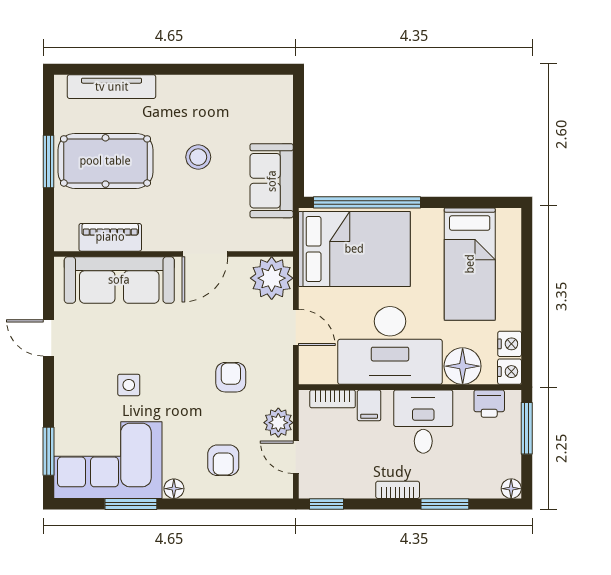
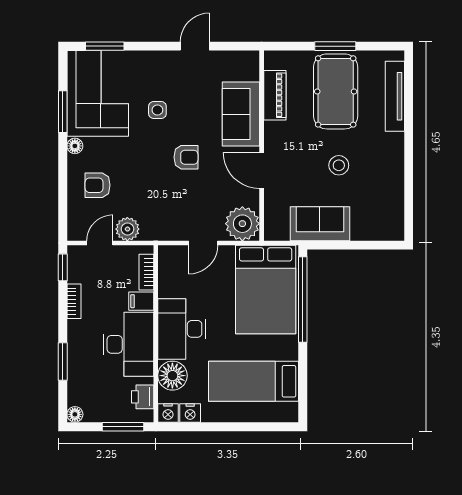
sofa: (119, 280) -> (241, 114), width x0.73
desk: (390, 345) -> (182, 329), width x0.73, depth x0.77
armchair: (231, 377) -> (186, 157), moved
desk: (423, 422) -> (128, 344), width x1.37
bookcase: (398, 490) -> (74, 301), moved

